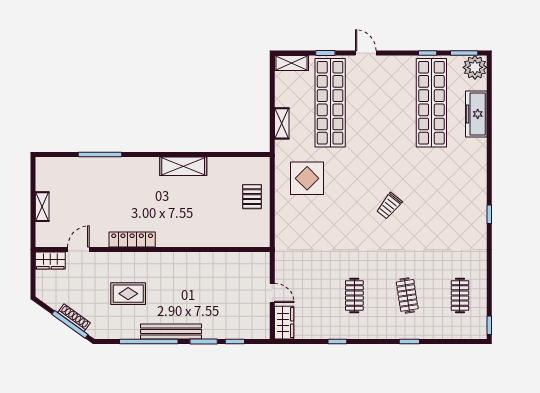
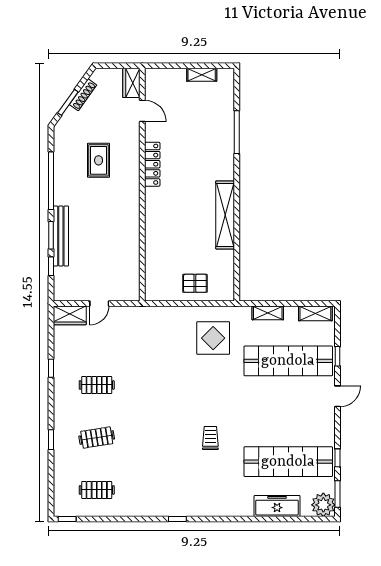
shelving: (292, 63) -> (315, 313), moved, turned 90
shelving: (183, 166) -> (225, 215), width x1.47
trolley: (389, 206) -> (210, 438), moved, turned 51
shelving: (42, 207) -> (202, 75), moved
shoe rack: (74, 318) -> (83, 95), moved
window: (70, 324) -> (68, 102), width x0.69
bench: (171, 332) -> (61, 236), moved

